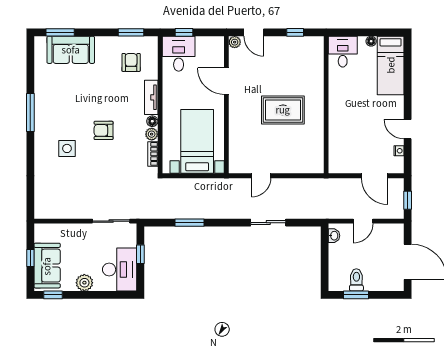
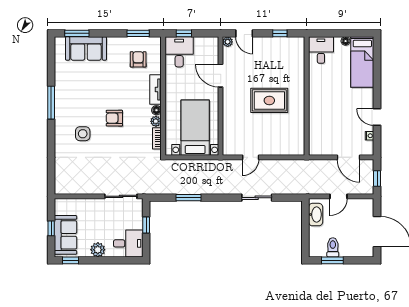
washbasin: (334, 236) -> (316, 215), width x1.91, depth x1.45
desk: (120, 270) -> (128, 243), width x0.73

